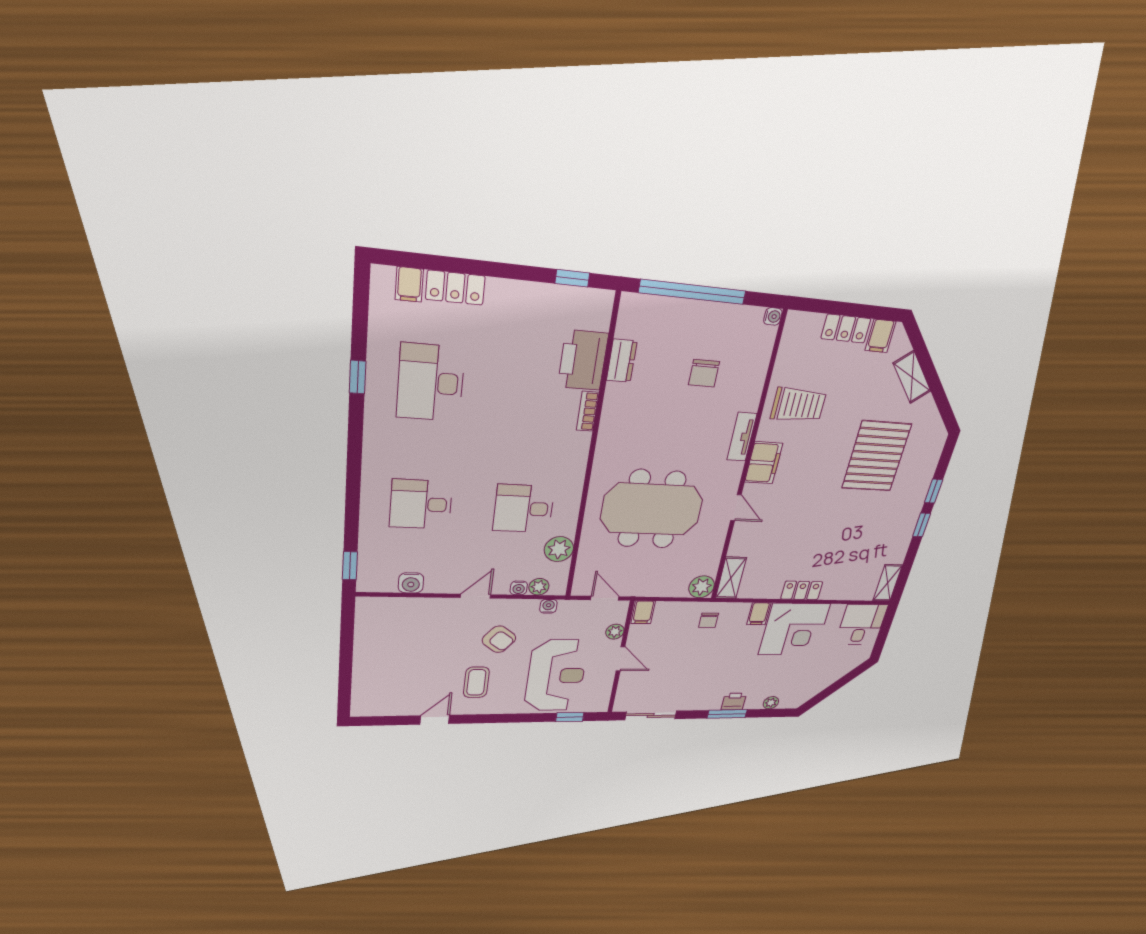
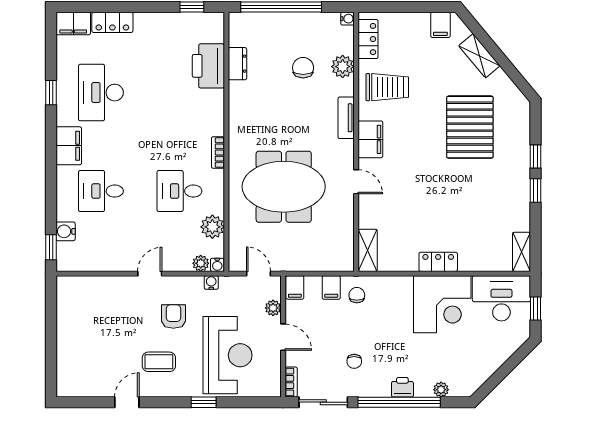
filing cabinet: (409, 284) -> (73, 23), width x2.00
locker: (846, 329) -> (368, 39), moved, turned -90
chair: (704, 373) -> (303, 68), turned 180
bookcase: (588, 411) -> (218, 153), moved
filing cabinet: (380, 448) -> (69, 146), added
water cooler: (411, 583) -> (66, 231), moved, turned 90
plant: (702, 587) -> (343, 67), moved
water cooler: (519, 588) -> (217, 265), moved
filing cabinet: (759, 614) -> (331, 287), moved
chair: (709, 620) -> (357, 295), turned 180
desk: (861, 625) -> (501, 298), width x1.37
window: (883, 634) -> (535, 309), added
armchair: (499, 639) -> (173, 316), turned -128
chair: (691, 680) -> (354, 361), added
coffee table: (476, 682) -> (159, 362), turned 90
bookcase: (621, 699) -> (291, 382), added
window: (727, 714) -> (399, 402), width x2.11
window: (570, 717) -> (204, 402), moved

